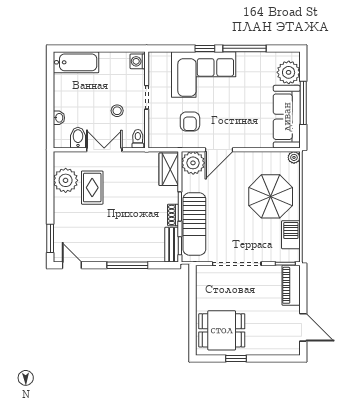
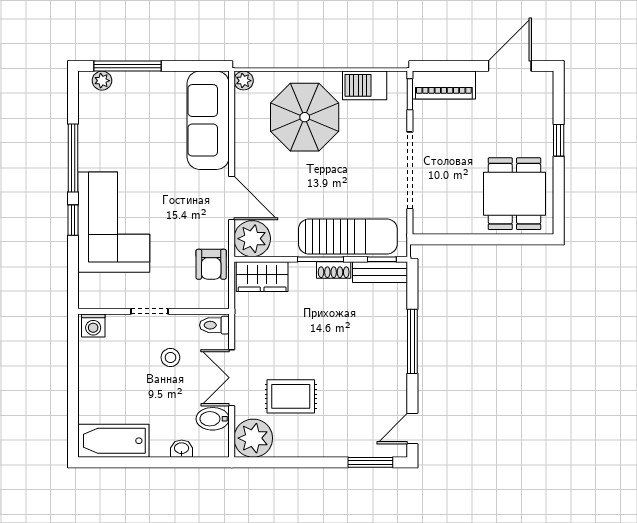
bathtub: (76, 62) -> (113, 441), moved, turned -90
plant: (289, 72) -> (102, 81), width x0.53, depth x0.53
window: (303, 103) -> (127, 66), moved
sofa: (287, 117) -> (208, 120), moved, turned 90
armchair: (190, 122) -> (211, 264), moved, turned 90
plant: (66, 180) -> (253, 438), moved
window: (236, 359) -> (559, 140), moved

